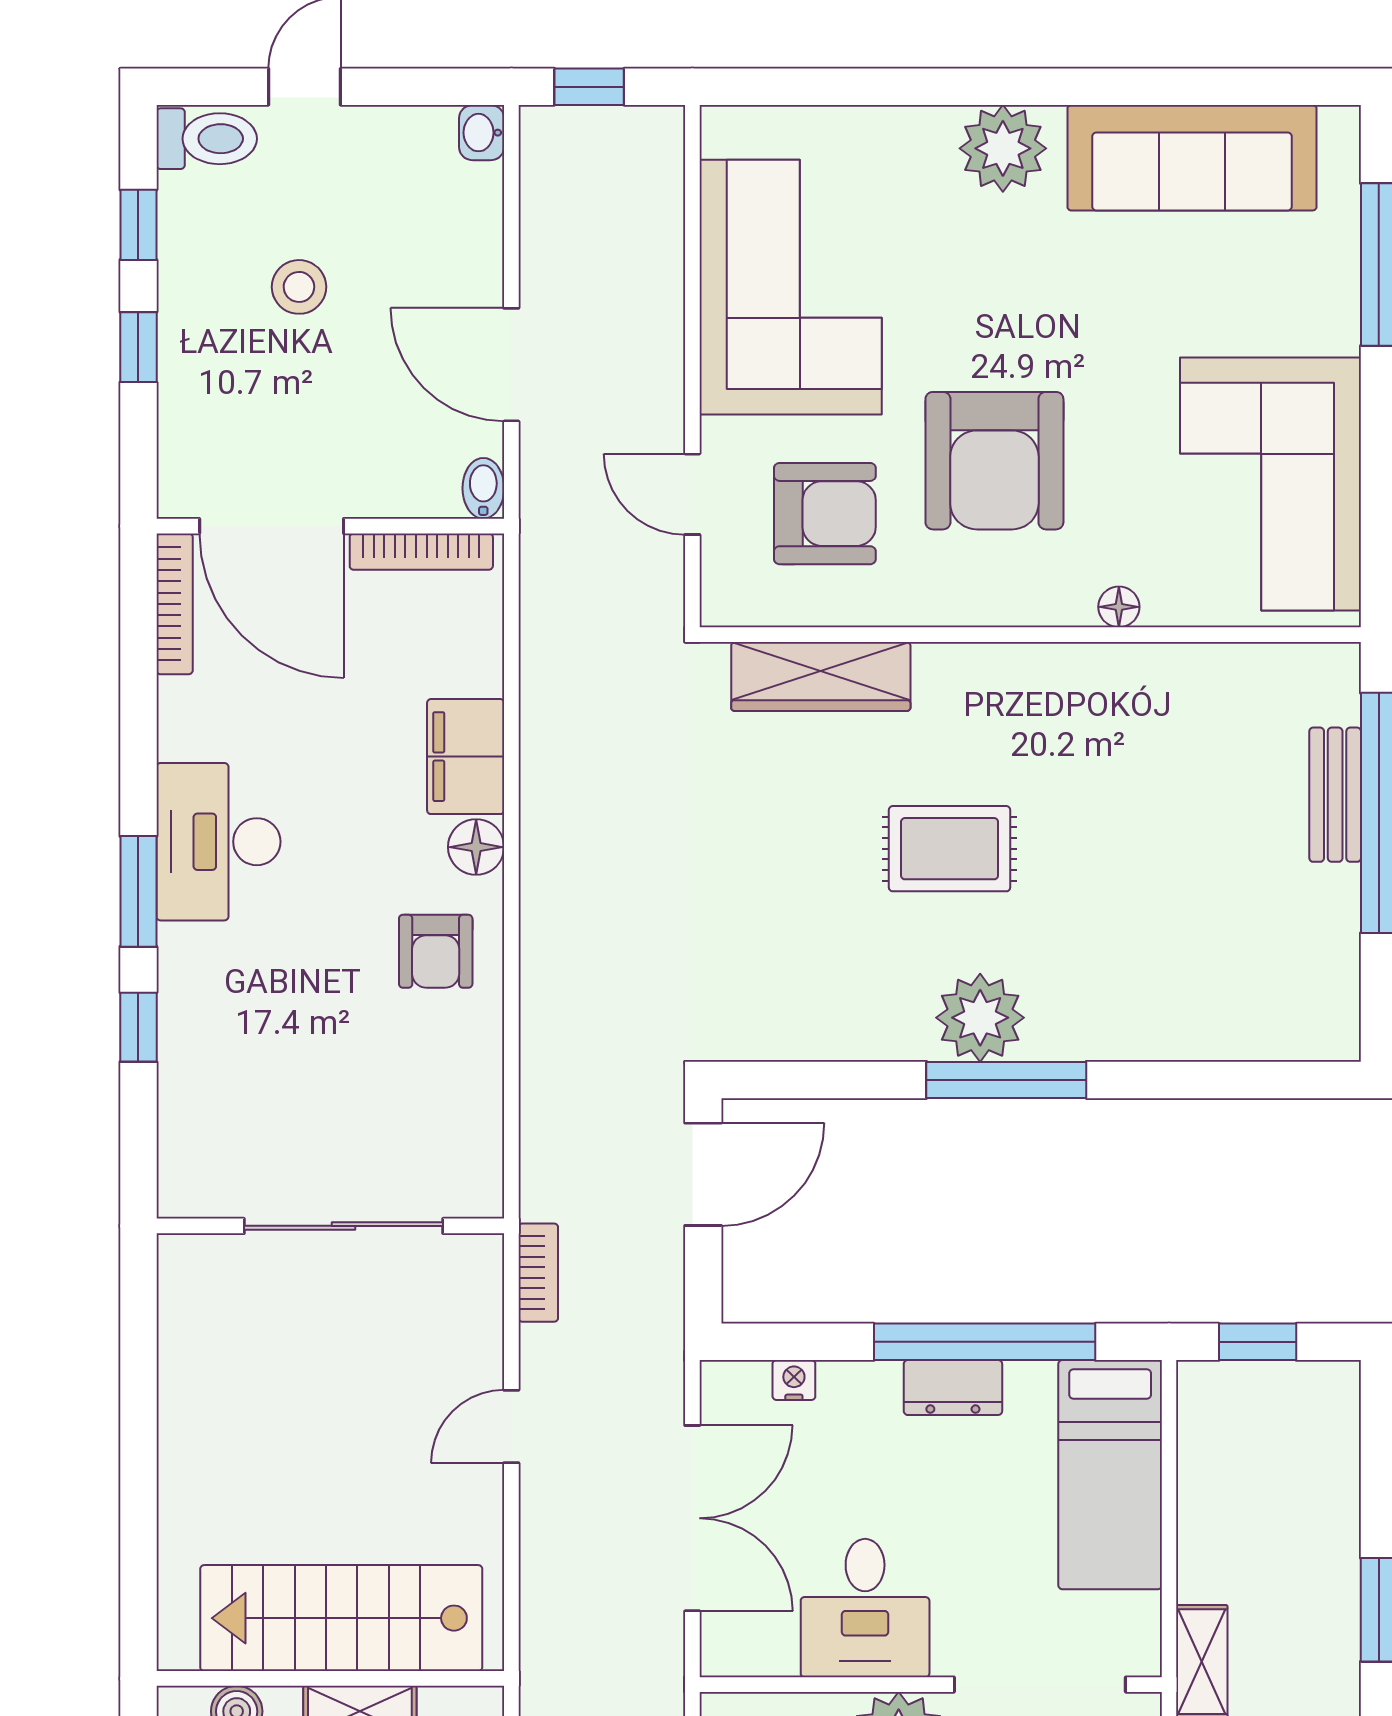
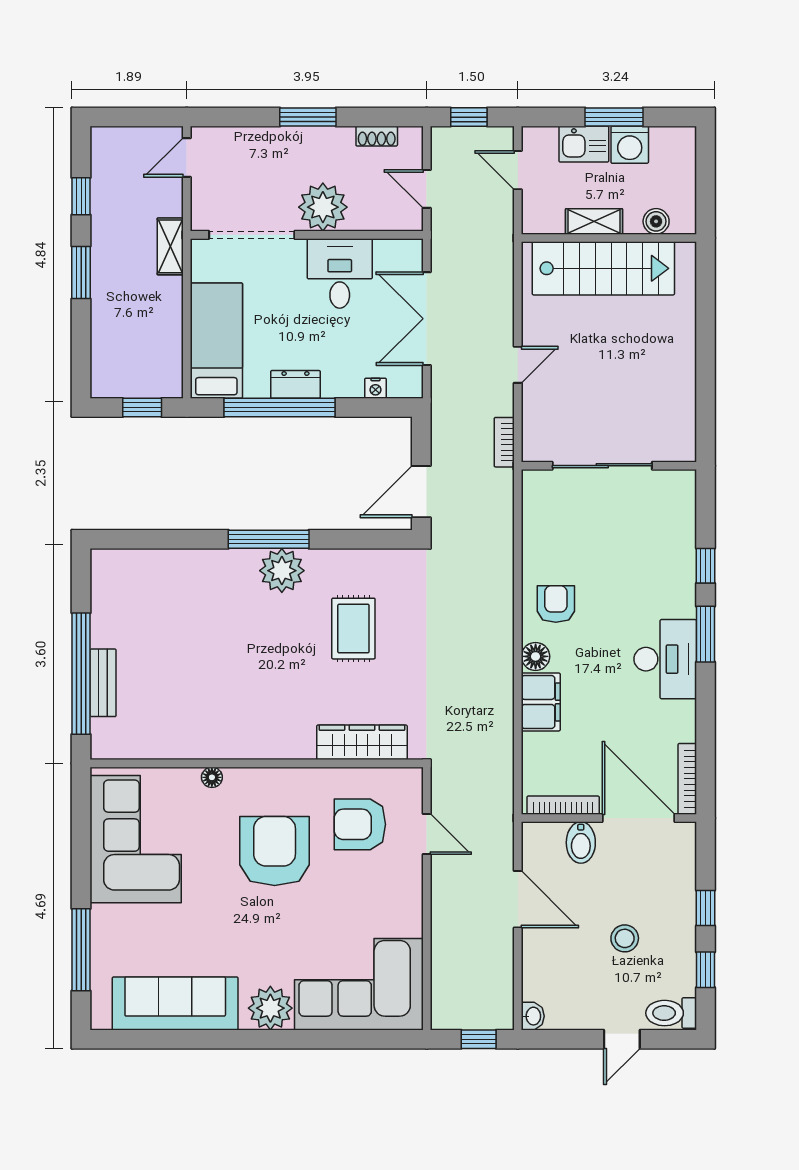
corner sofa: (791, 287) -> (359, 984), moved, turned 90
bidet: (483, 488) -> (581, 843), moved, width x1.38, depth x1.36
rug: (950, 849) -> (353, 629), moved, turned 90

